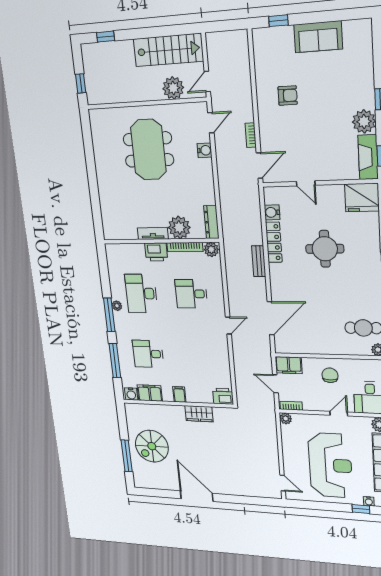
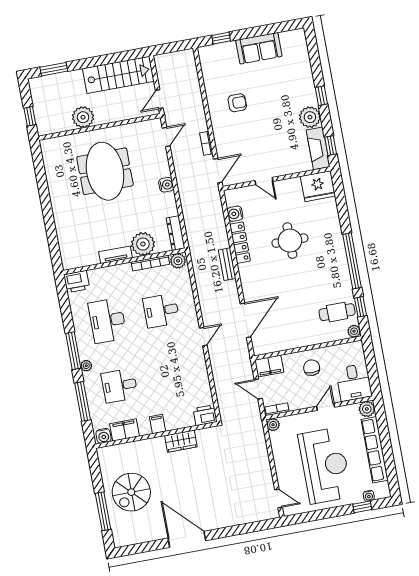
window: (106, 37) -> (54, 69), width x1.50
plant: (173, 88) -> (83, 117), moved
water cooler: (205, 150) -> (166, 185), moved
printer: (156, 252) -> (77, 282), moved
plant: (117, 306) -> (86, 366), moved

